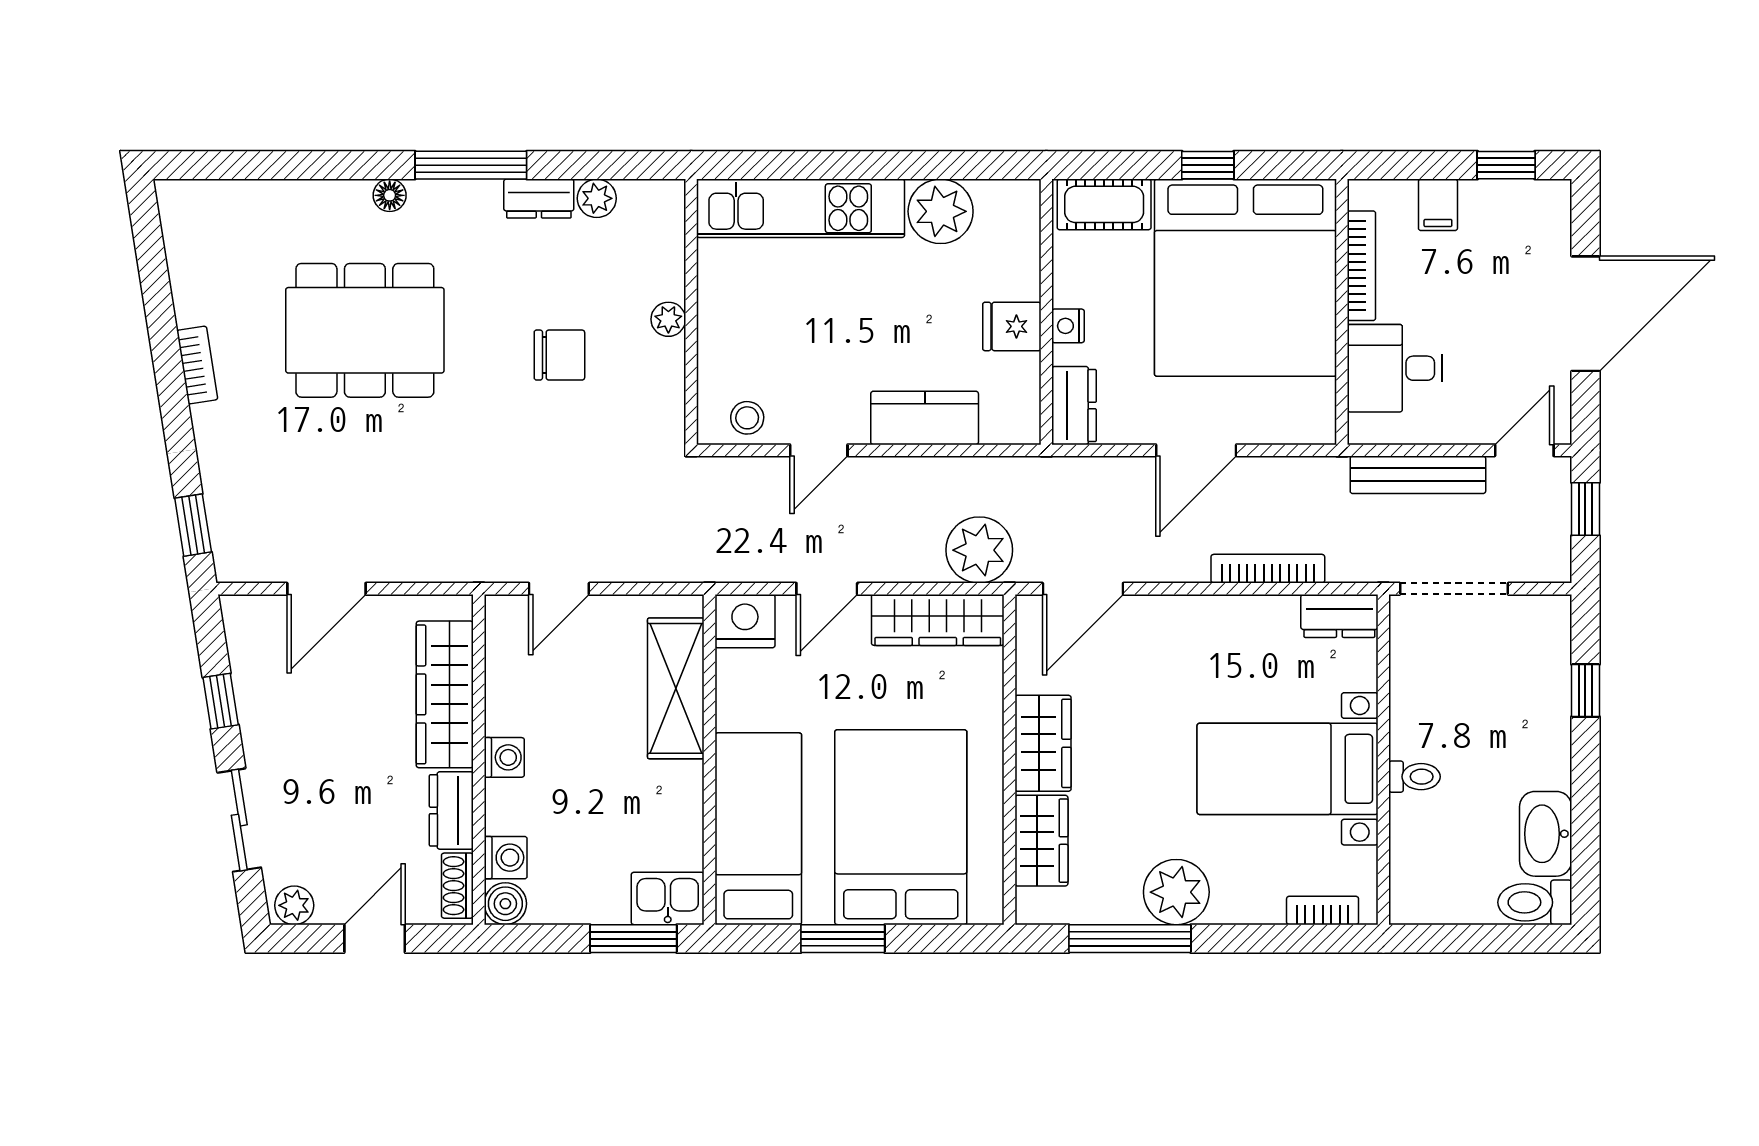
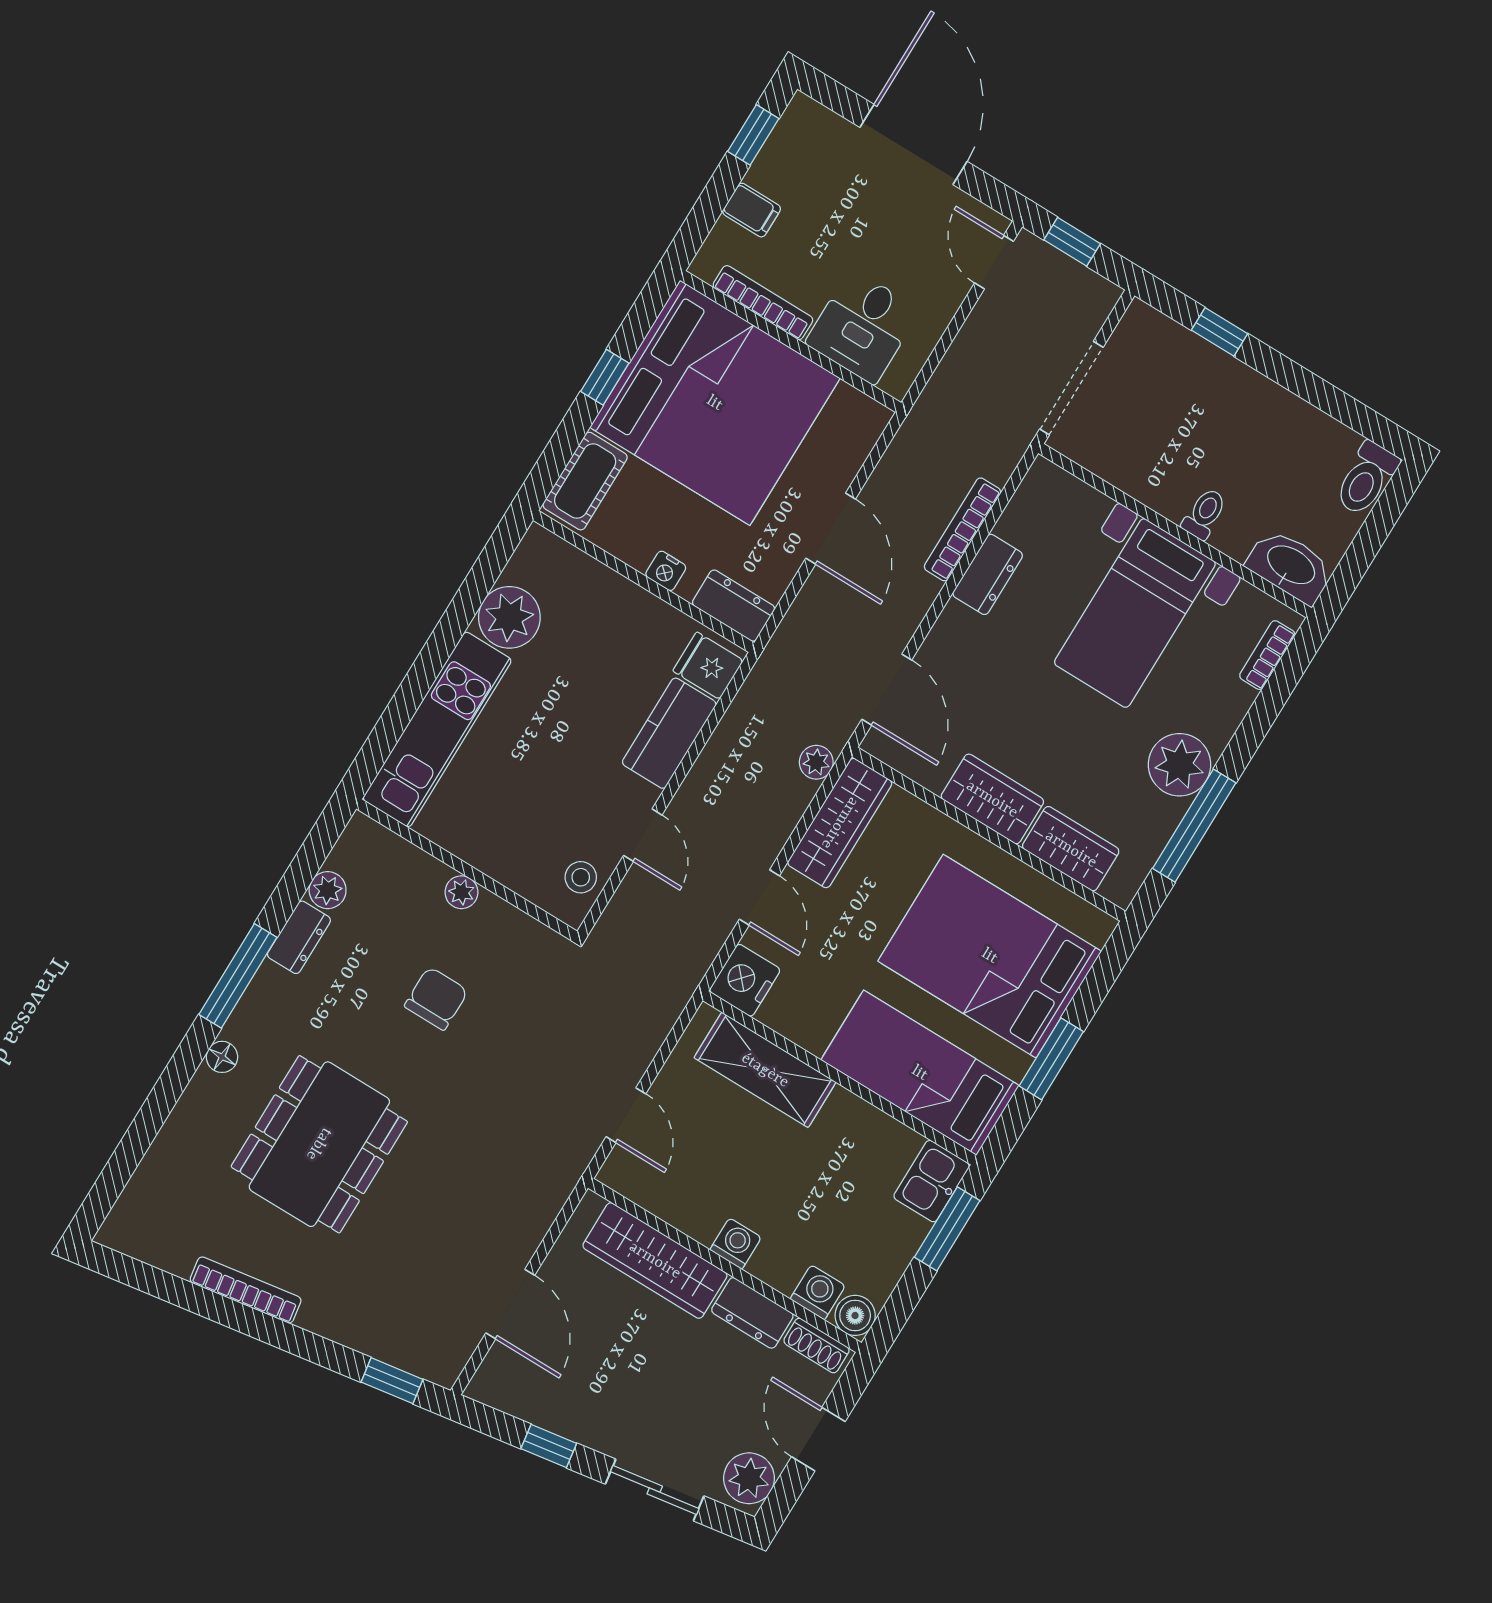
fridge: (1012, 326) -> (708, 666), moved, turned 90
bookcase: (197, 365) -> (246, 1290), width x1.56
bench: (1418, 475) -> (961, 361), removed
plant: (979, 550) -> (816, 762), width x0.53, depth x0.53
dresser: (1339, 616) -> (988, 574), moved
washbasin: (1546, 834) -> (1290, 566), moved, turned 180
plant: (294, 905) -> (749, 1478), width x1.38, depth x1.38

